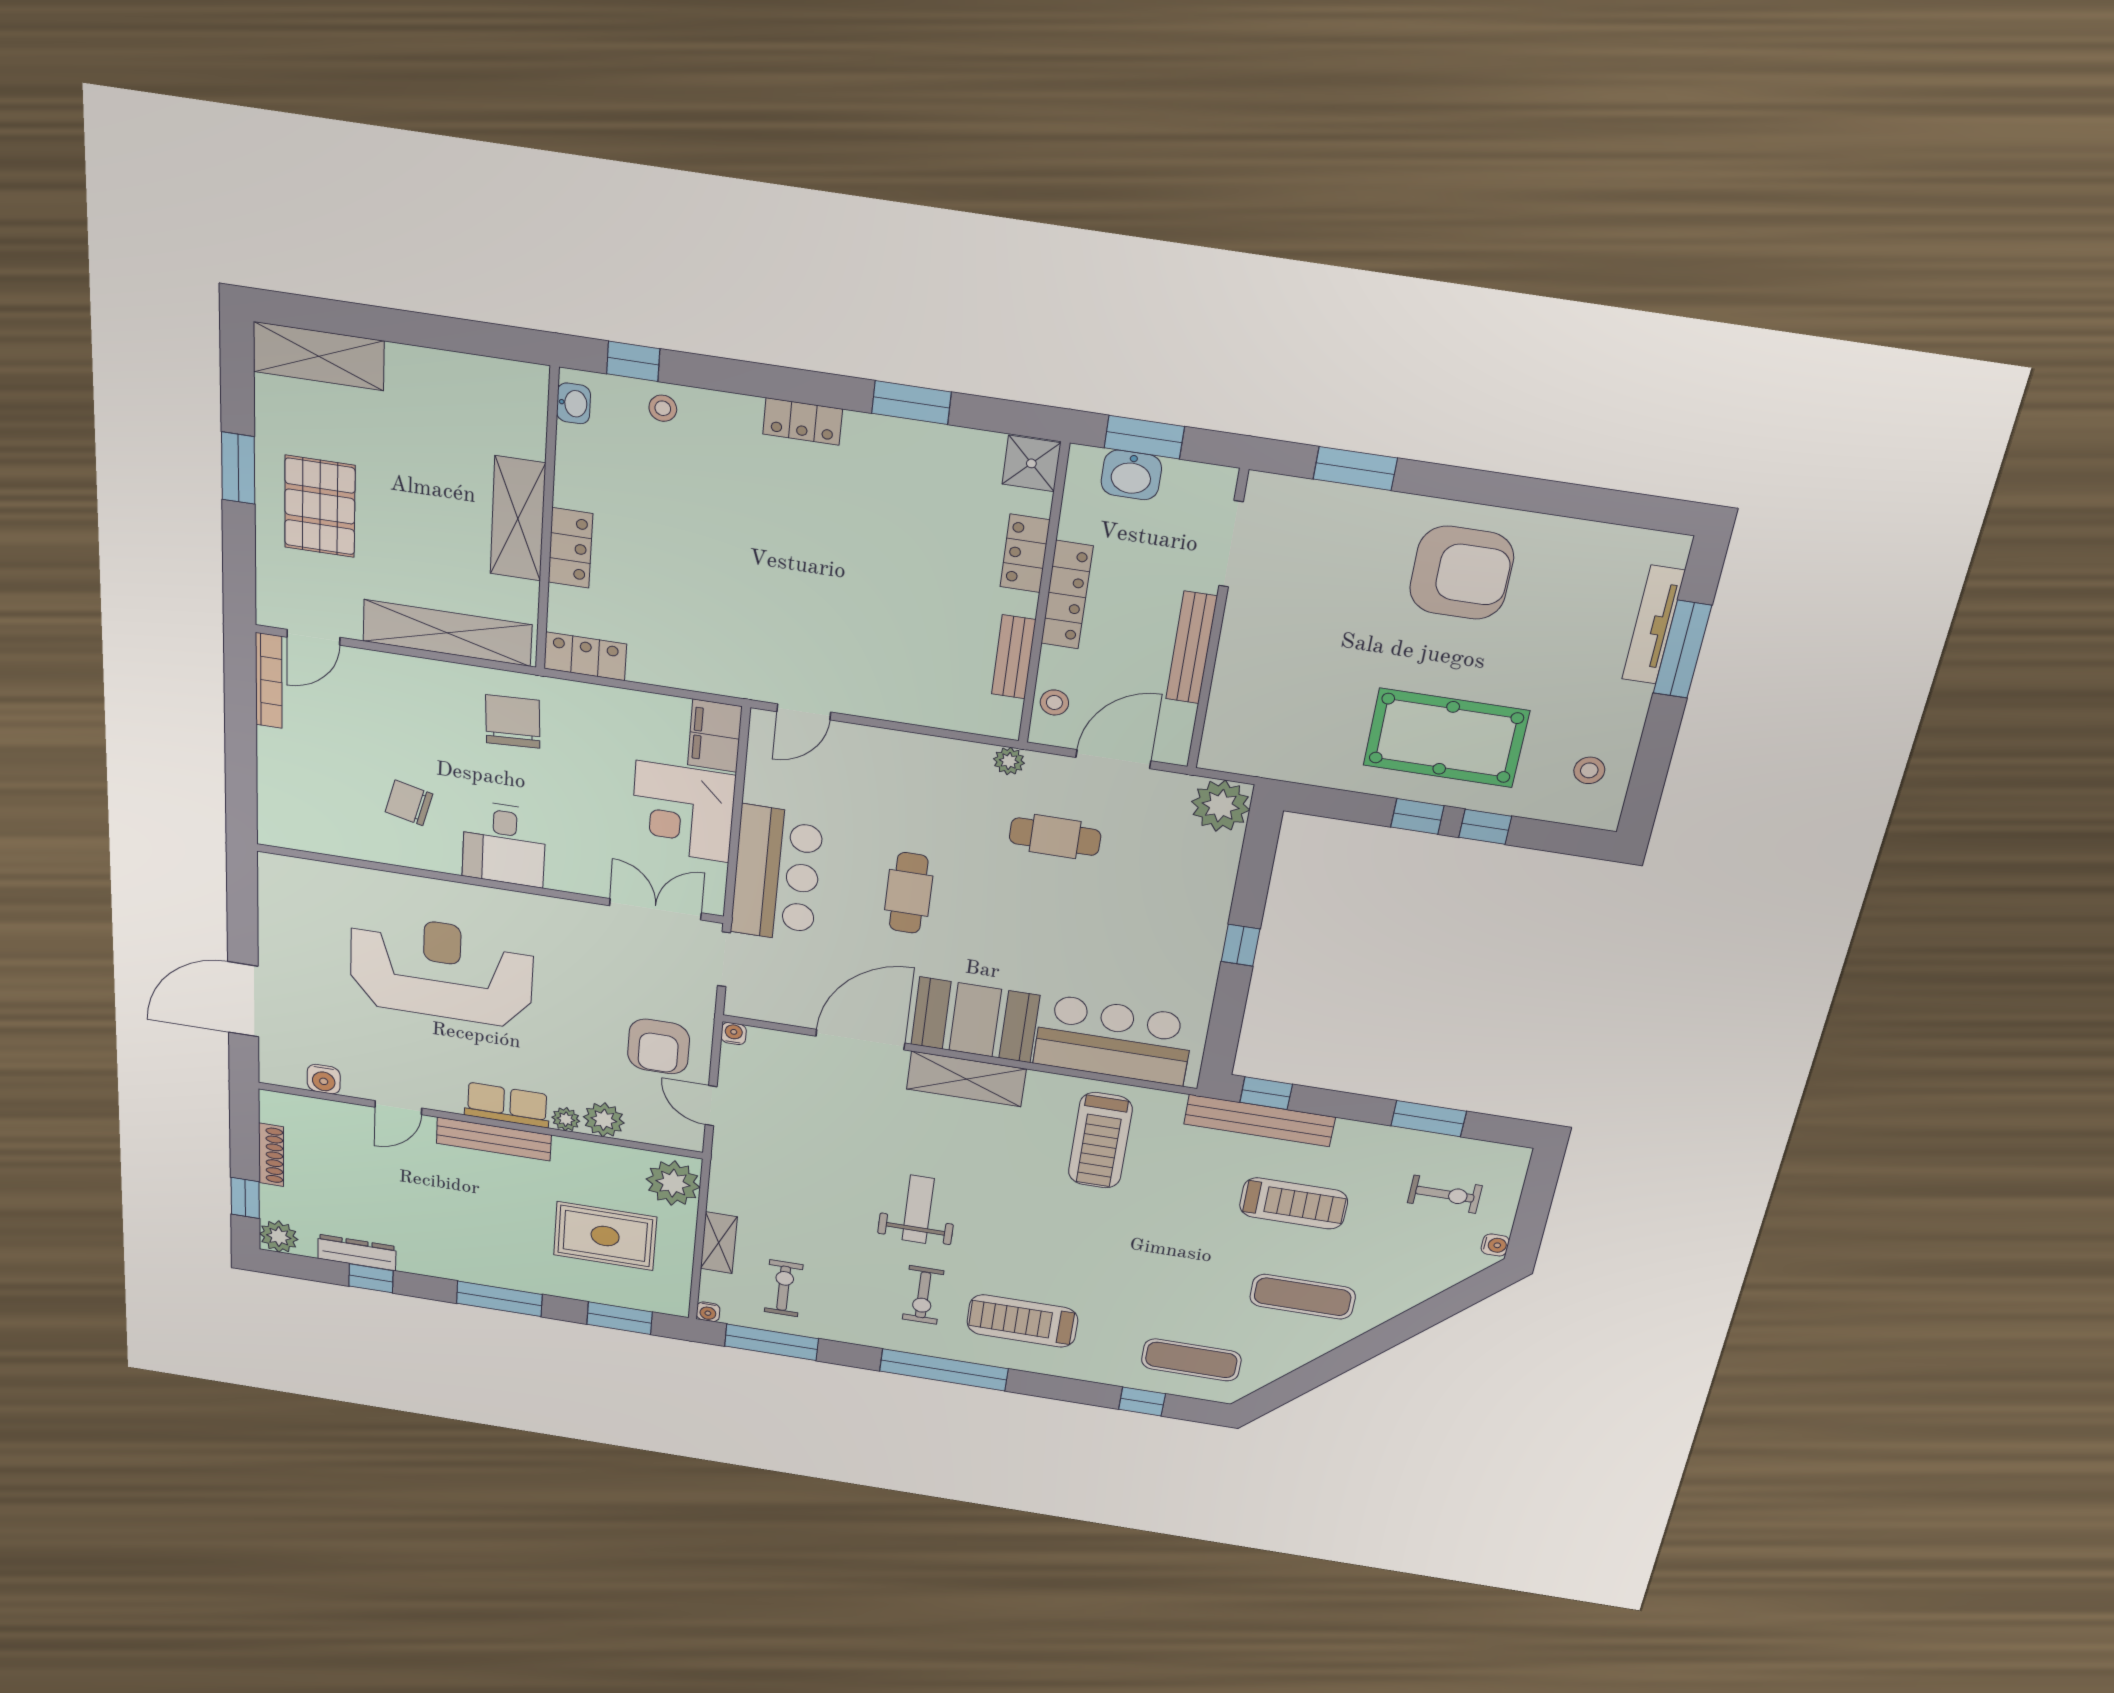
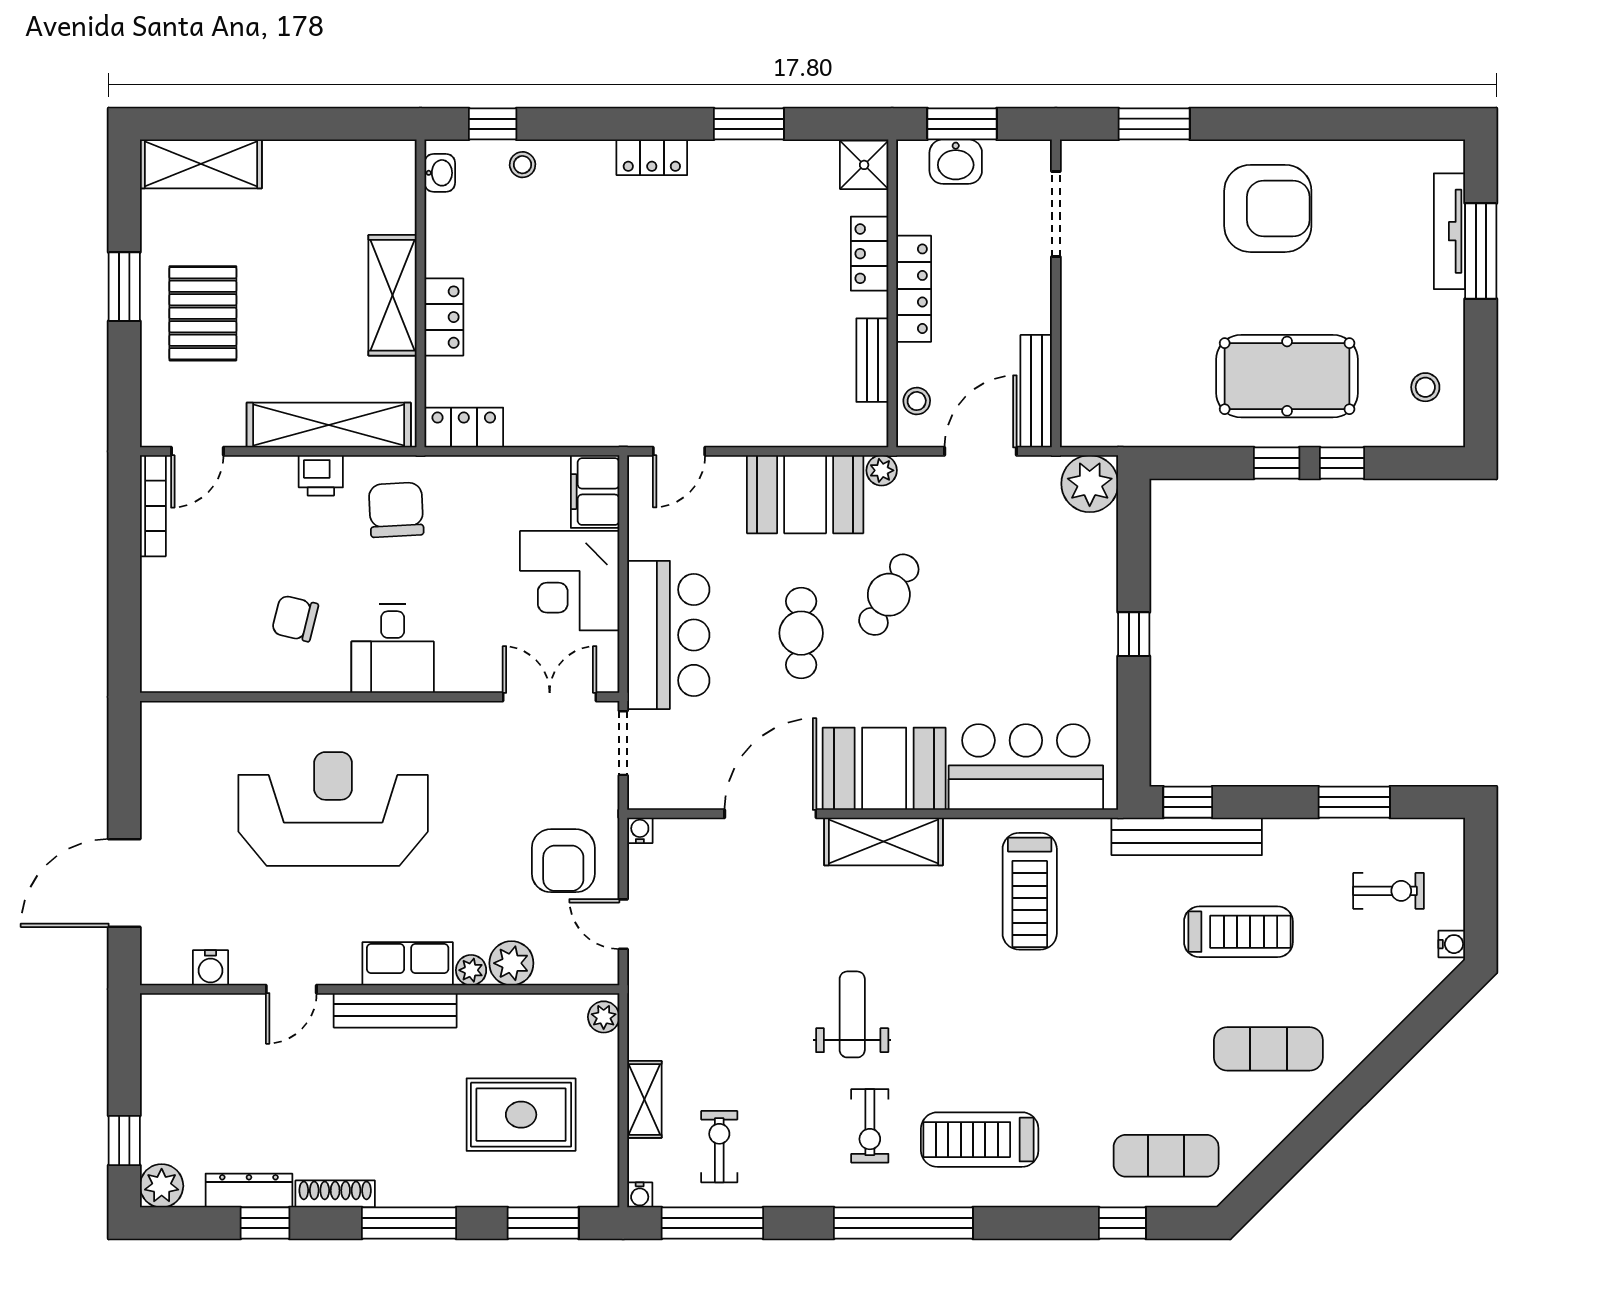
bench: (1191, 648) -> (1036, 391), moved
printer: (438, 679) -> (321, 475), added
booth: (928, 771) -> (805, 494), added
cafe table: (1055, 837) -> (889, 595), moved, turned -60
shoe rack: (271, 1155) -> (335, 1194), moved, turned -90
plant: (673, 1183) -> (604, 1017), width x0.53, depth x0.53

